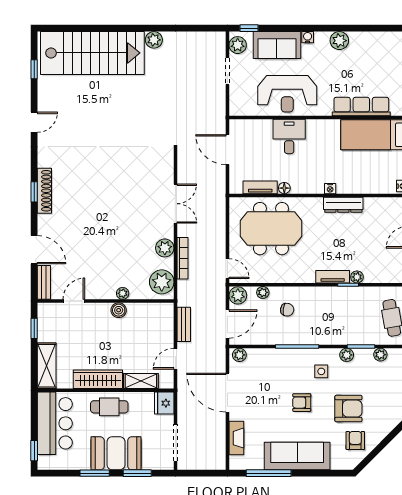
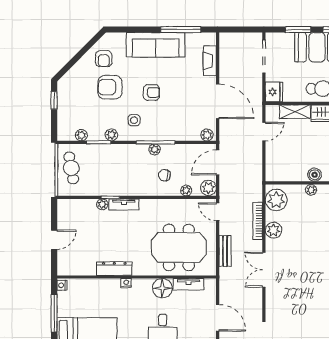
floor lamp: (284, 188) -> (162, 288), width x1.89, depth x1.89
bench: (184, 324) -> (225, 251), moved
plant: (298, 339) -> (155, 149), added

